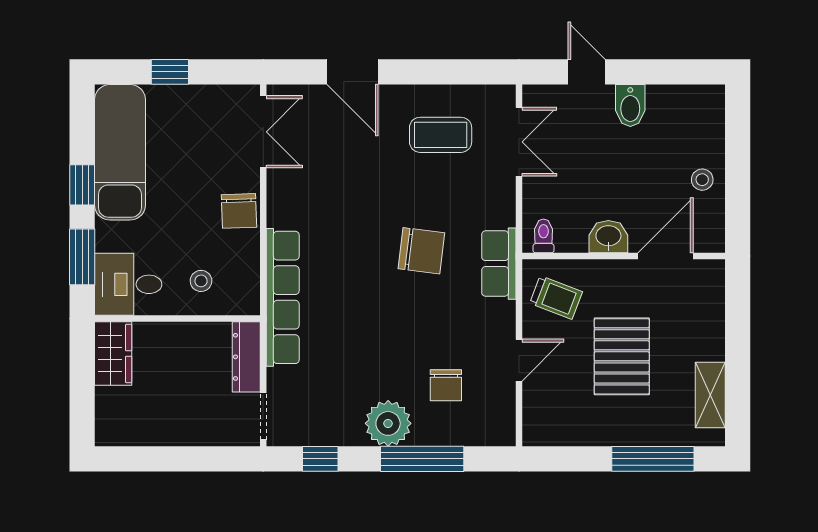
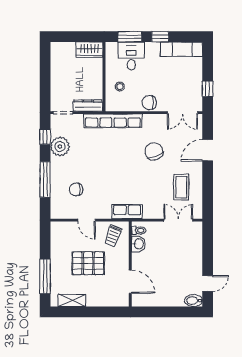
window: (170, 72) -> (208, 89), moved
door: (587, 72) -> (208, 284), moved
bidet: (630, 106) -> (193, 301), moved
double door: (519, 142) -> (178, 220), swing flipped
exam couch: (120, 152) -> (181, 49), width x0.73, depth x0.69
stool: (702, 180) -> (162, 297), removed
washbasin: (608, 237) -> (138, 244), moved
chair: (421, 251) -> (154, 151), moved, turned 151
desk: (128, 284) -> (131, 56), moved
plant: (388, 423) -> (60, 147), moved

